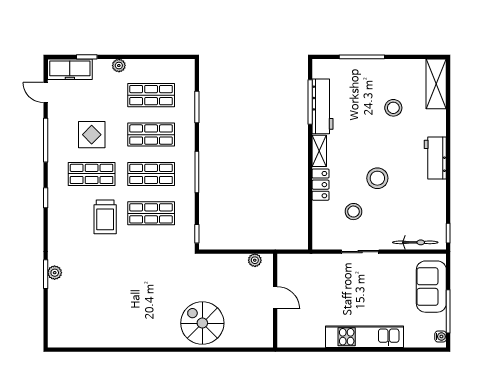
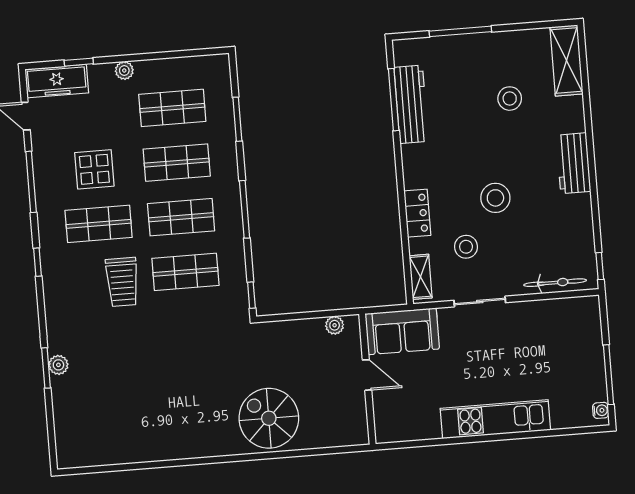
shelving: (319, 151) -> (421, 277), moved
sofa: (431, 287) -> (402, 331), moved, turned -90

